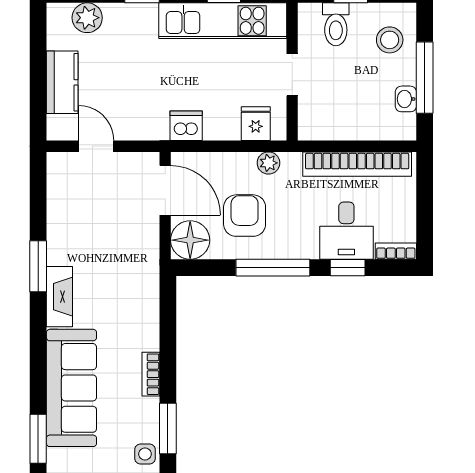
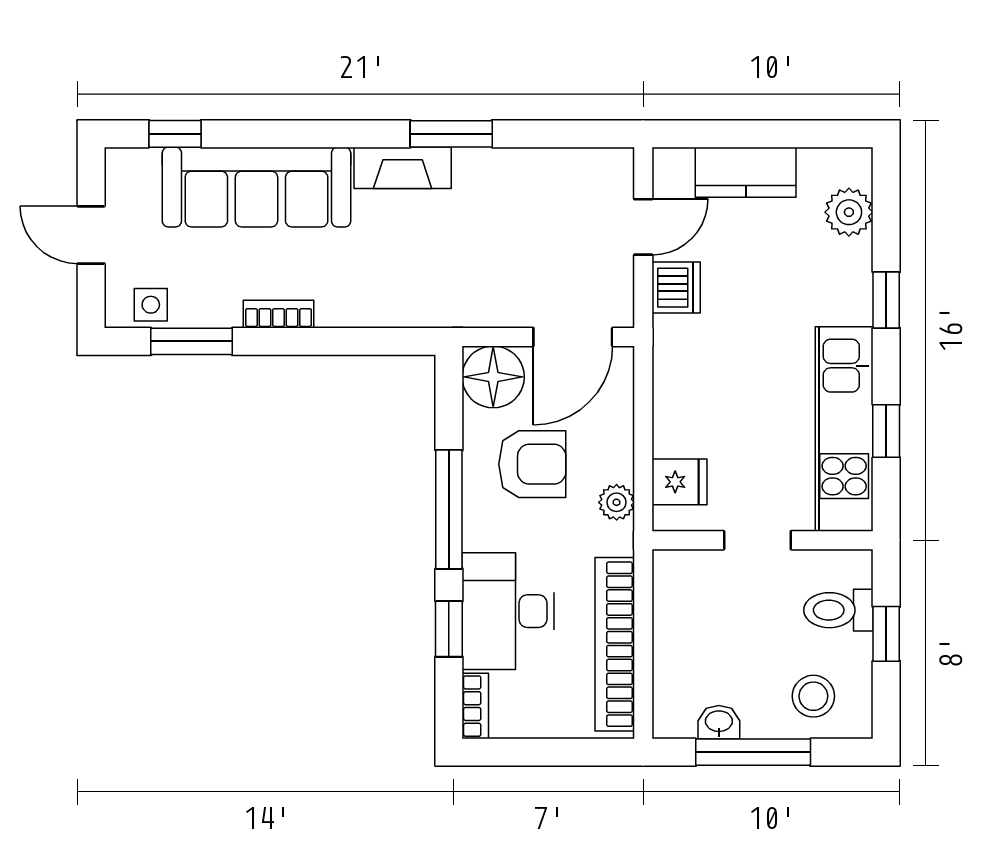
dishwasher: (186, 126) -> (676, 288), moved
desk: (346, 231) -> (508, 611), width x1.37
window: (38, 439) -> (175, 134), width x0.67

